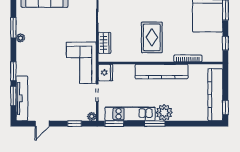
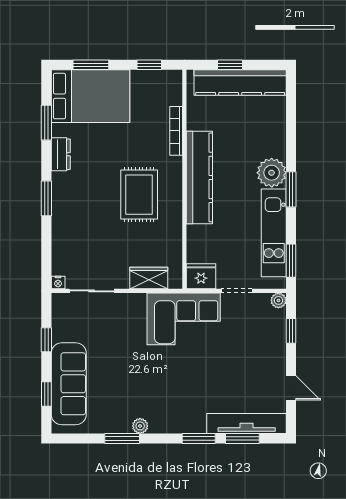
rug: (152, 37) -> (139, 195), turned 90
window: (225, 108) -> (230, 65), moved

